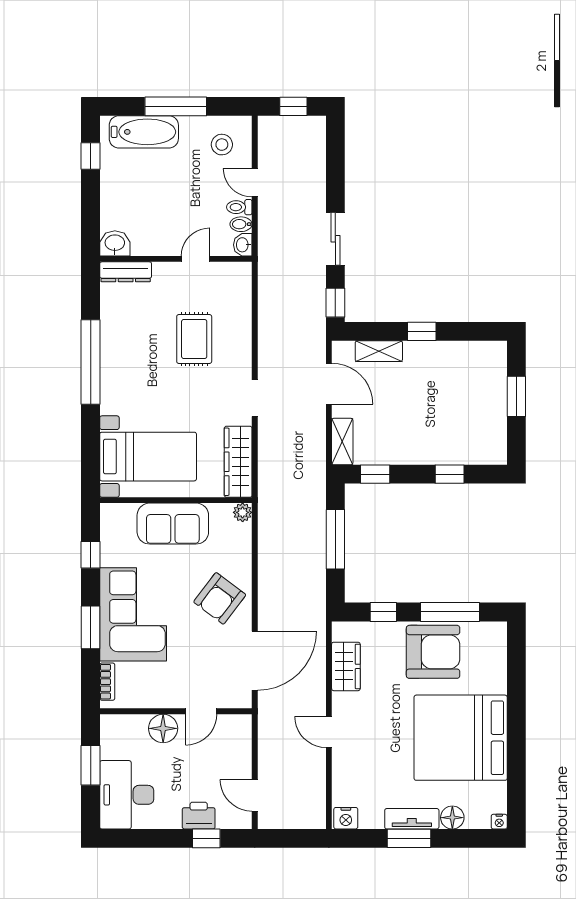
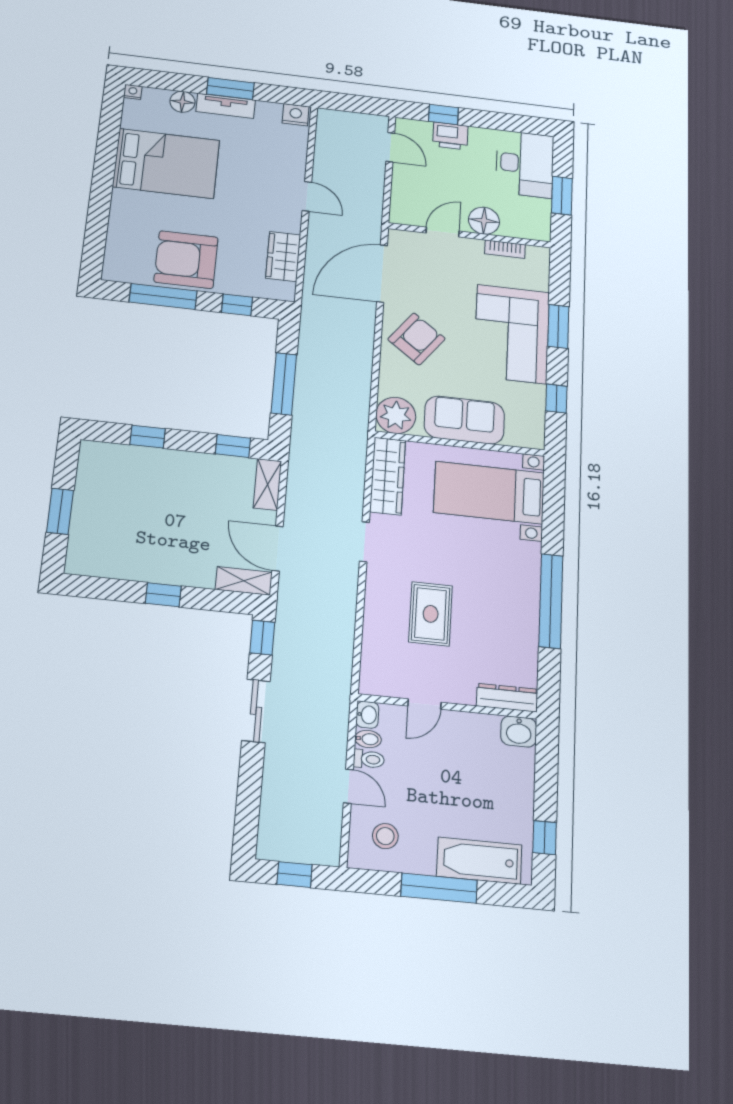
shelving: (379, 351) -> (244, 581), moved
plant: (243, 512) -> (396, 415), width x1.87, depth x1.87
bookcase: (107, 682) -> (505, 249), moved, turned -90
bed: (461, 738) -> (166, 164), width x0.73

